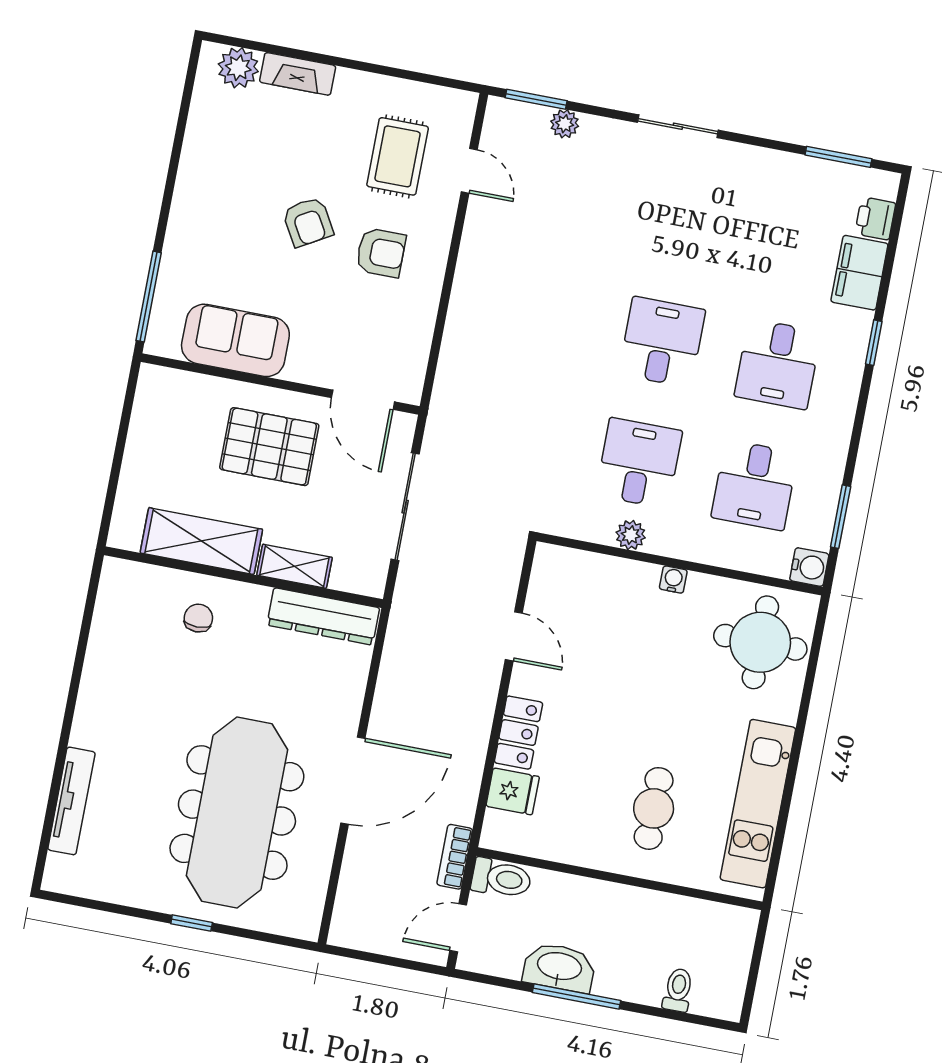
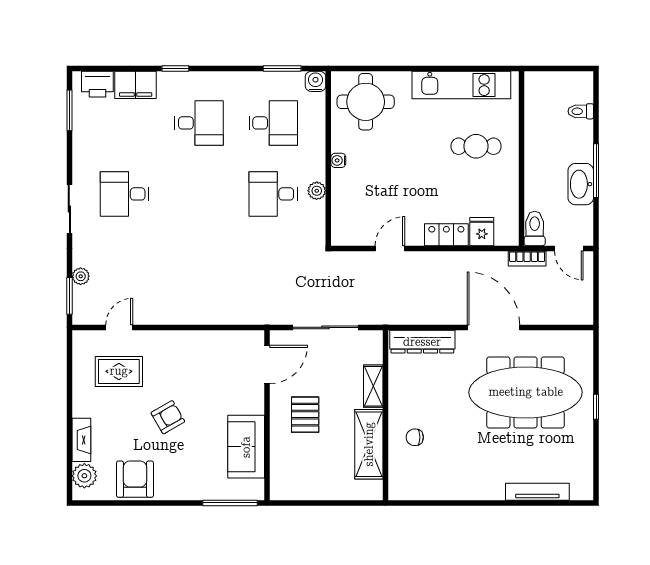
printer: (875, 218) -> (97, 84), width x1.36, depth x1.24
armchair: (381, 253) -> (135, 479), moved, width x1.38, depth x1.38
desk: (662, 342) -> (125, 194), moved
pallet: (269, 447) -> (305, 415), width x0.67, depth x0.71
dresser: (323, 616) -> (422, 342), moved, turned 90

